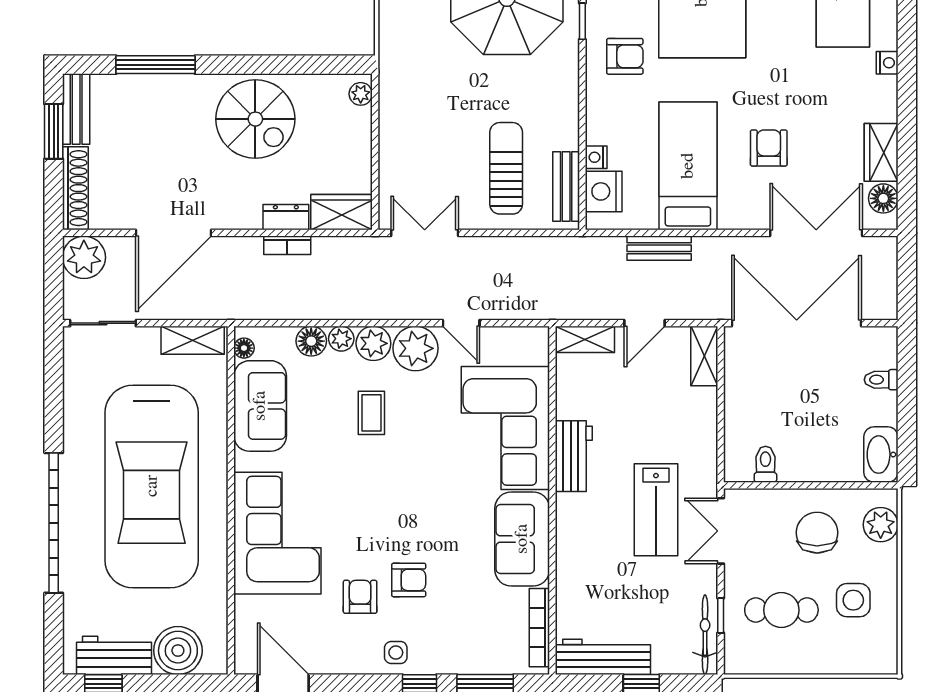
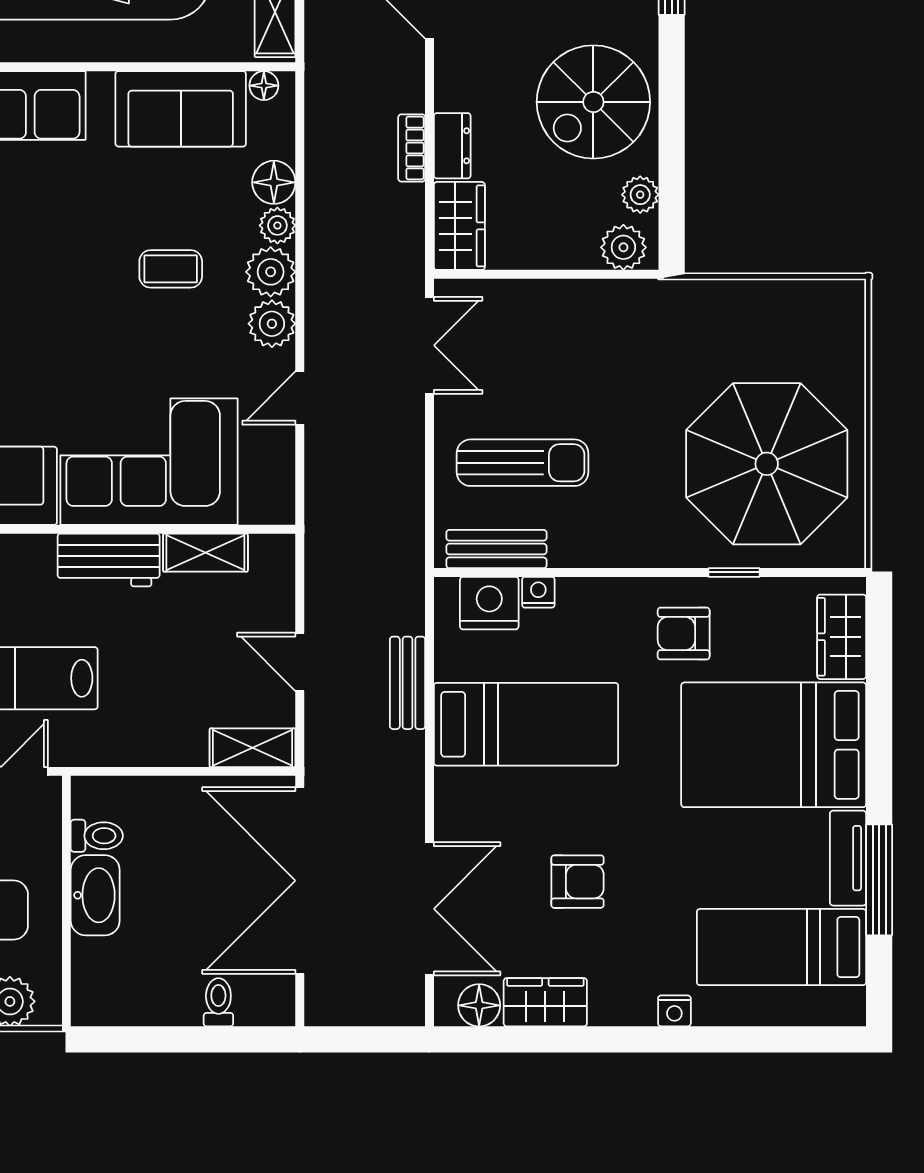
armchair: (625, 56) -> (684, 634), turned 90
plant: (320, 87) -> (640, 195), added
plant: (361, 94) -> (623, 247), width x1.38, depth x1.38
armchair: (769, 148) -> (577, 882), moved
double door: (797, 323) -> (300, 881), swing flipped
shelving: (585, 339) -> (205, 553), moved, turned 90
plant: (415, 348) -> (272, 324), width x0.73, depth x0.73
washbasin: (881, 455) -> (95, 895), moved, turned 90

